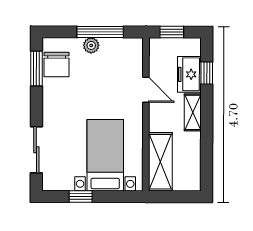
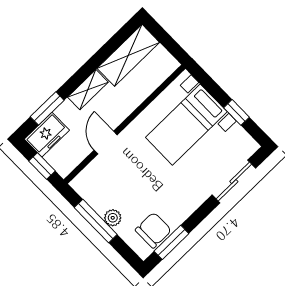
window: (207, 73) -> (47, 108), width x1.50
freezer: (189, 74) -> (47, 135), moved
shelving: (160, 162) -> (128, 55), moved

